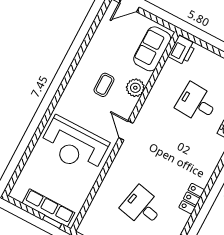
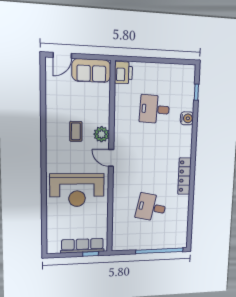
sofa: (152, 49) -> (91, 71), moved, turned -90
plant: (135, 88) -> (102, 134), moved
locker: (192, 199) -> (184, 176), width x1.53

